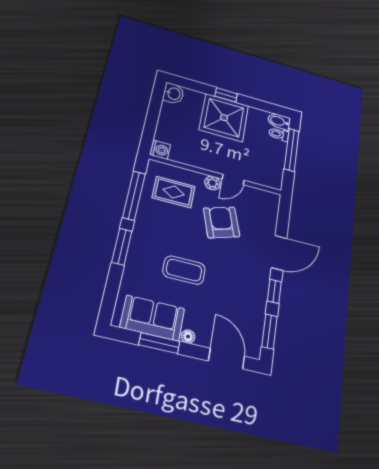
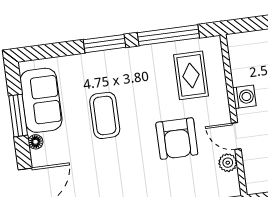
washing machine: (160, 150) -> (244, 97), moved, turned -90
plant: (212, 183) -> (228, 163), moved
armchair: (221, 222) -> (177, 139), turned 108

